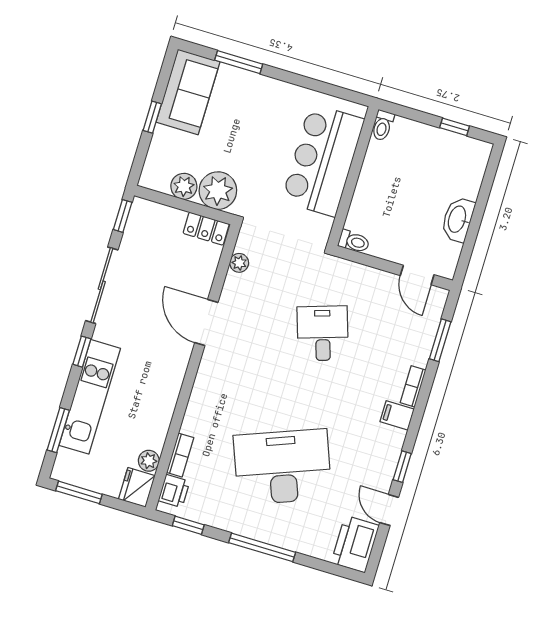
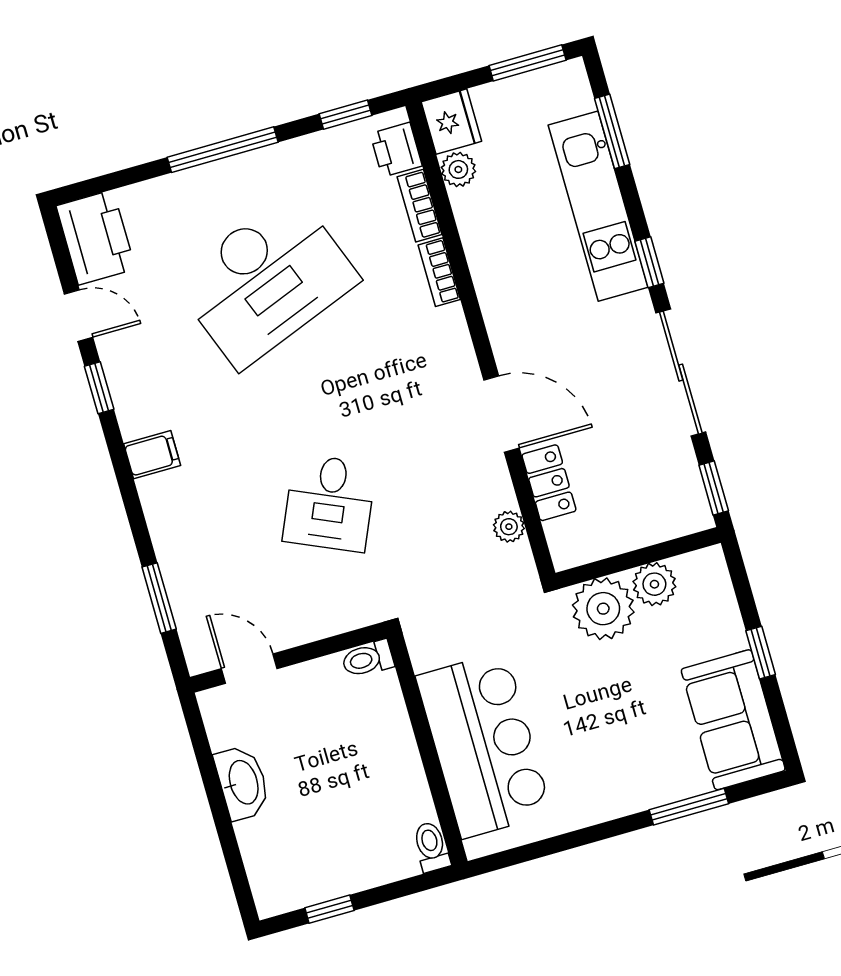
locker: (206, 229) -> (549, 483), moved, turned 90
desk: (323, 333) -> (329, 503), turned 42
bookcase: (413, 386) -> (439, 272), moved, turned 180

